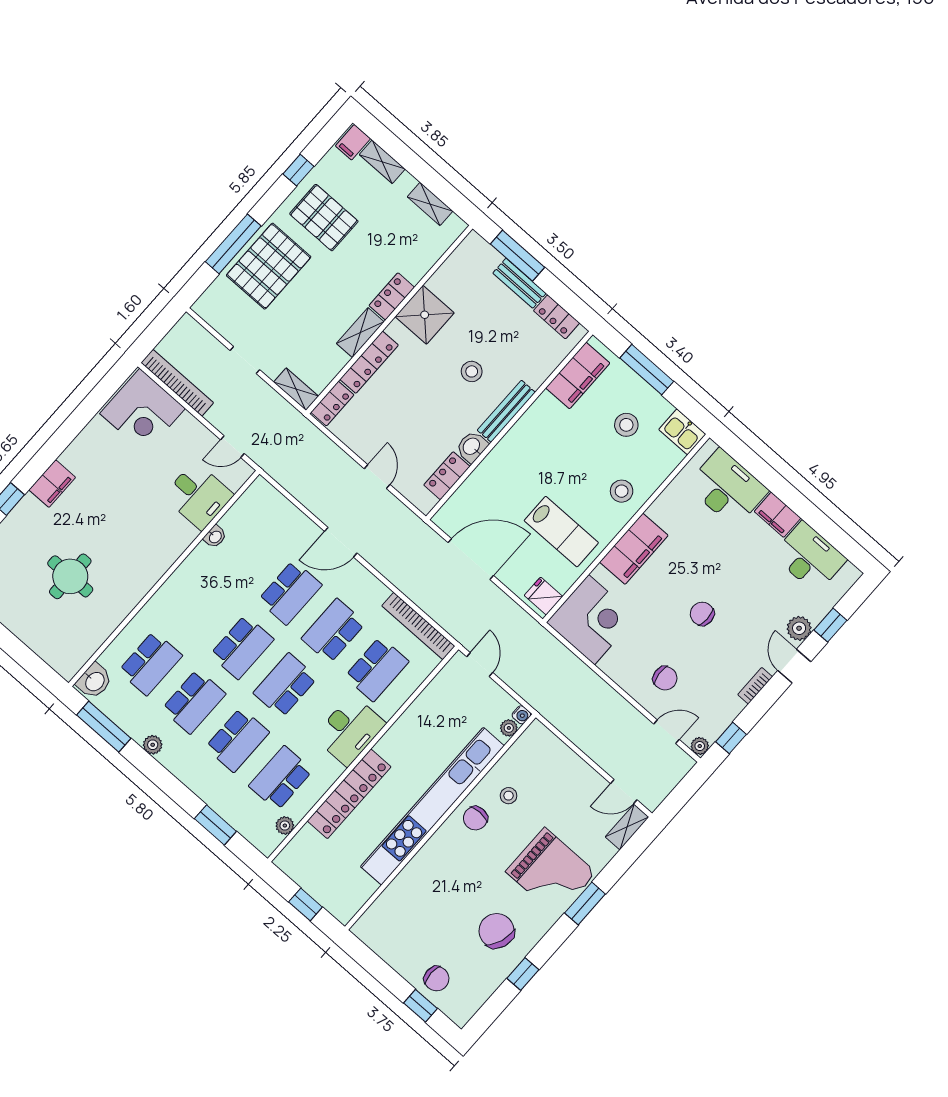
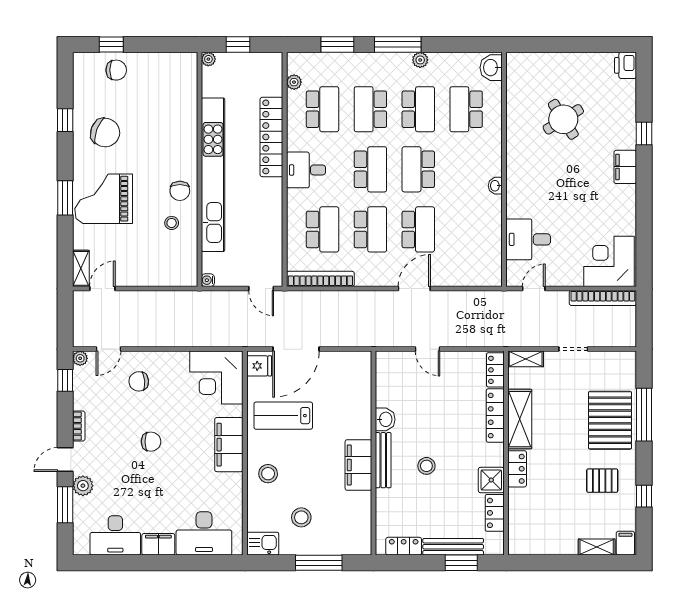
shelving: (430, 204) -> (544, 547), removed
pallet: (324, 218) -> (602, 481), width x0.67, depth x0.71
window: (518, 256) -> (461, 563), width x0.69
bench: (519, 283) -> (453, 547), width x1.36
shower: (425, 315) -> (491, 480), width x0.73, depth x0.73
shelving: (360, 333) -> (520, 419), width x1.50, depth x1.33
filing cabinet: (578, 375) -> (358, 465), moved
locker: (447, 476) -> (495, 513), moved, turned 180
washbasin: (215, 537) -> (495, 186), moved
door: (471, 559) -> (296, 349), moved
round table: (70, 576) -> (563, 119), turned -32
school desk: (290, 593) -> (418, 229), turned 180
window: (830, 625) -> (65, 505), width x1.50
door: (794, 666) -> (65, 460), swing flipped
school desk: (377, 669) -> (323, 229), turned 180
school desk: (194, 702) -> (418, 109), turned 180
window: (104, 727) -> (398, 44), moved
plant: (509, 728) -> (208, 59), moved
desk: (350, 730) -> (306, 170), width x0.73
chair: (475, 818) -> (180, 191), turned 180
chair: (437, 979) -> (116, 70), turned 180

